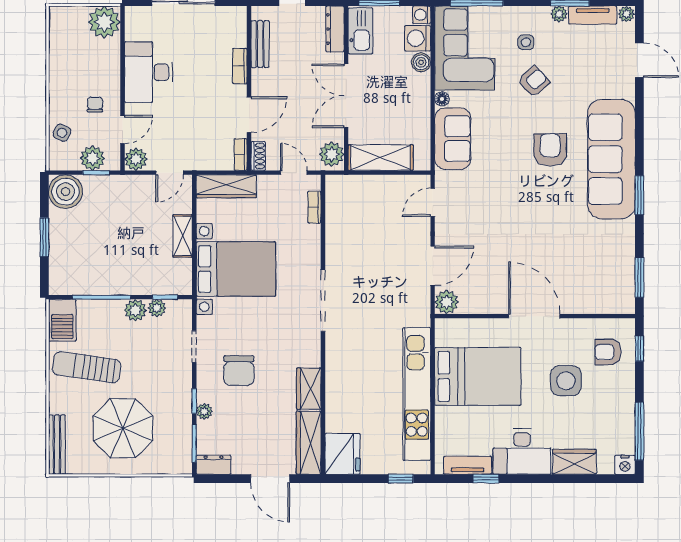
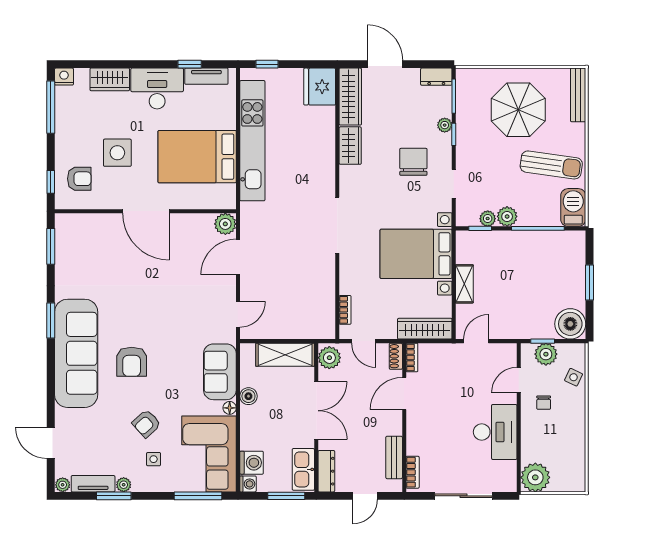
boiler: (421, 62) -> (248, 396), moved
bookcase: (240, 66) -> (413, 472), moved
plant: (136, 159) -> (507, 353), removed

